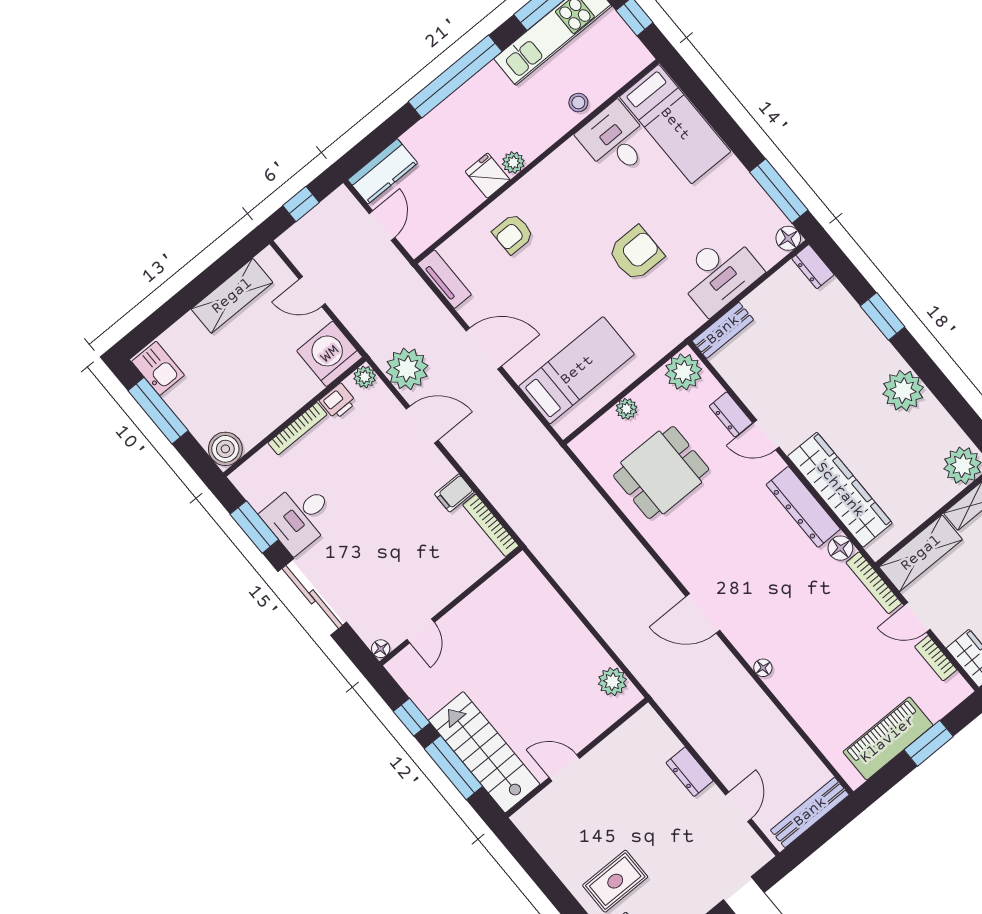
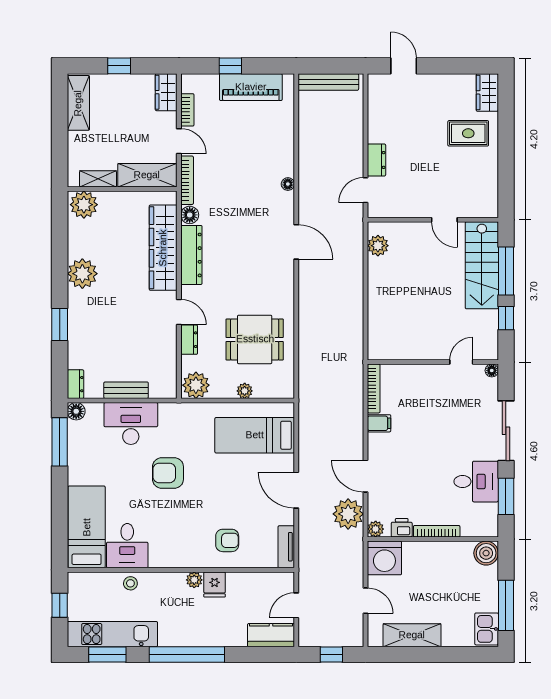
bench: (723, 330) -> (126, 390), moved
window: (929, 743) -> (230, 66), width x0.67
door: (738, 807) -> (366, 190), moved

